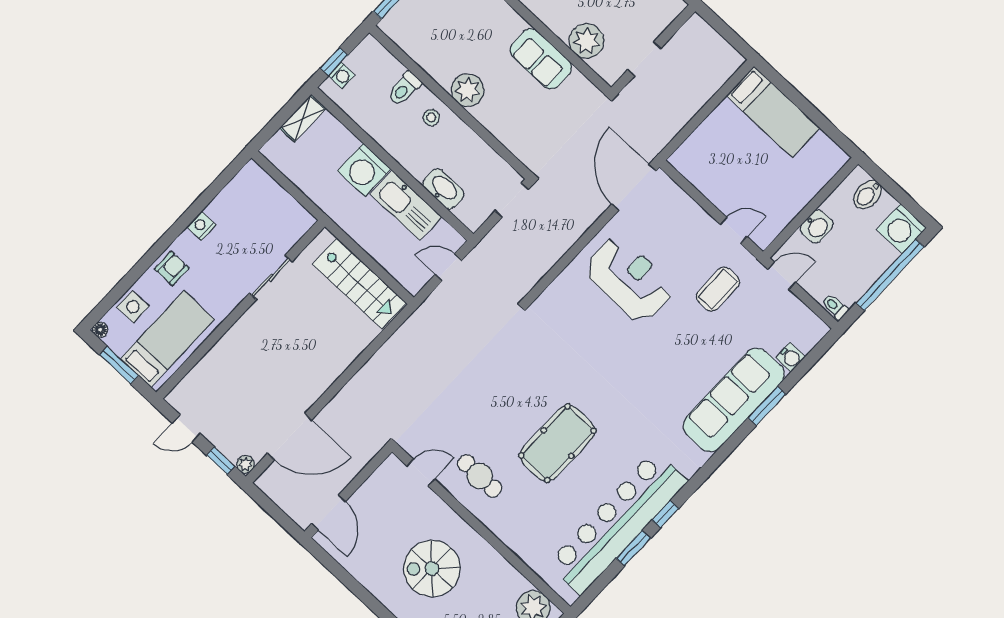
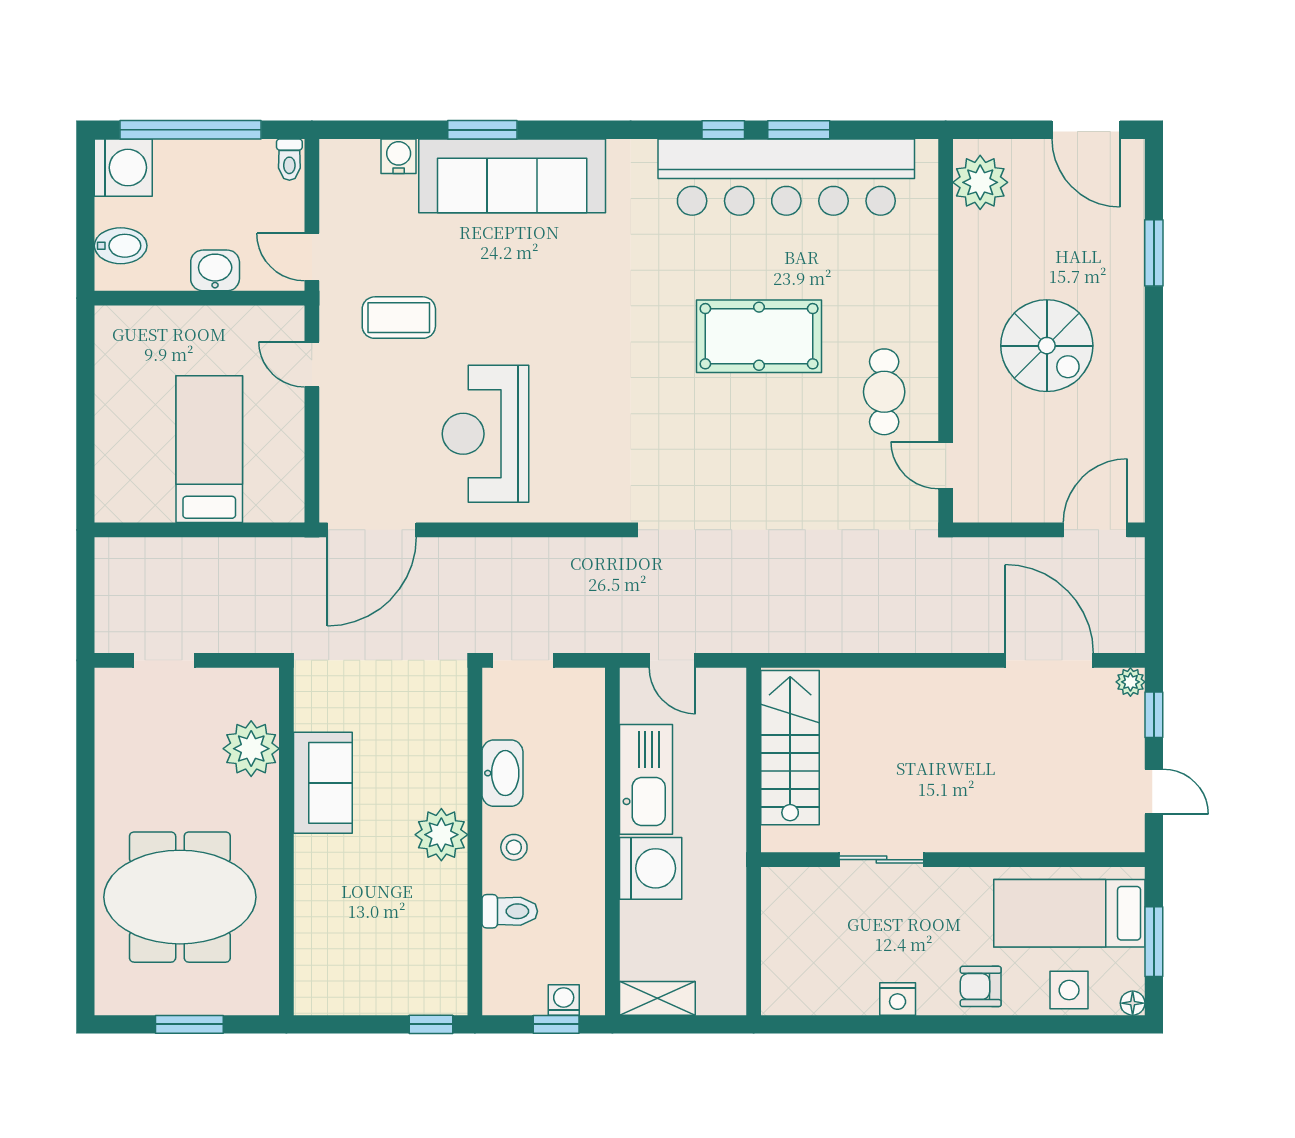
doorway: (644, 59) -> (164, 660), moved
bed: (773, 112) -> (209, 449), moved
washbasin: (443, 189) -> (502, 773), moved, turned 180

